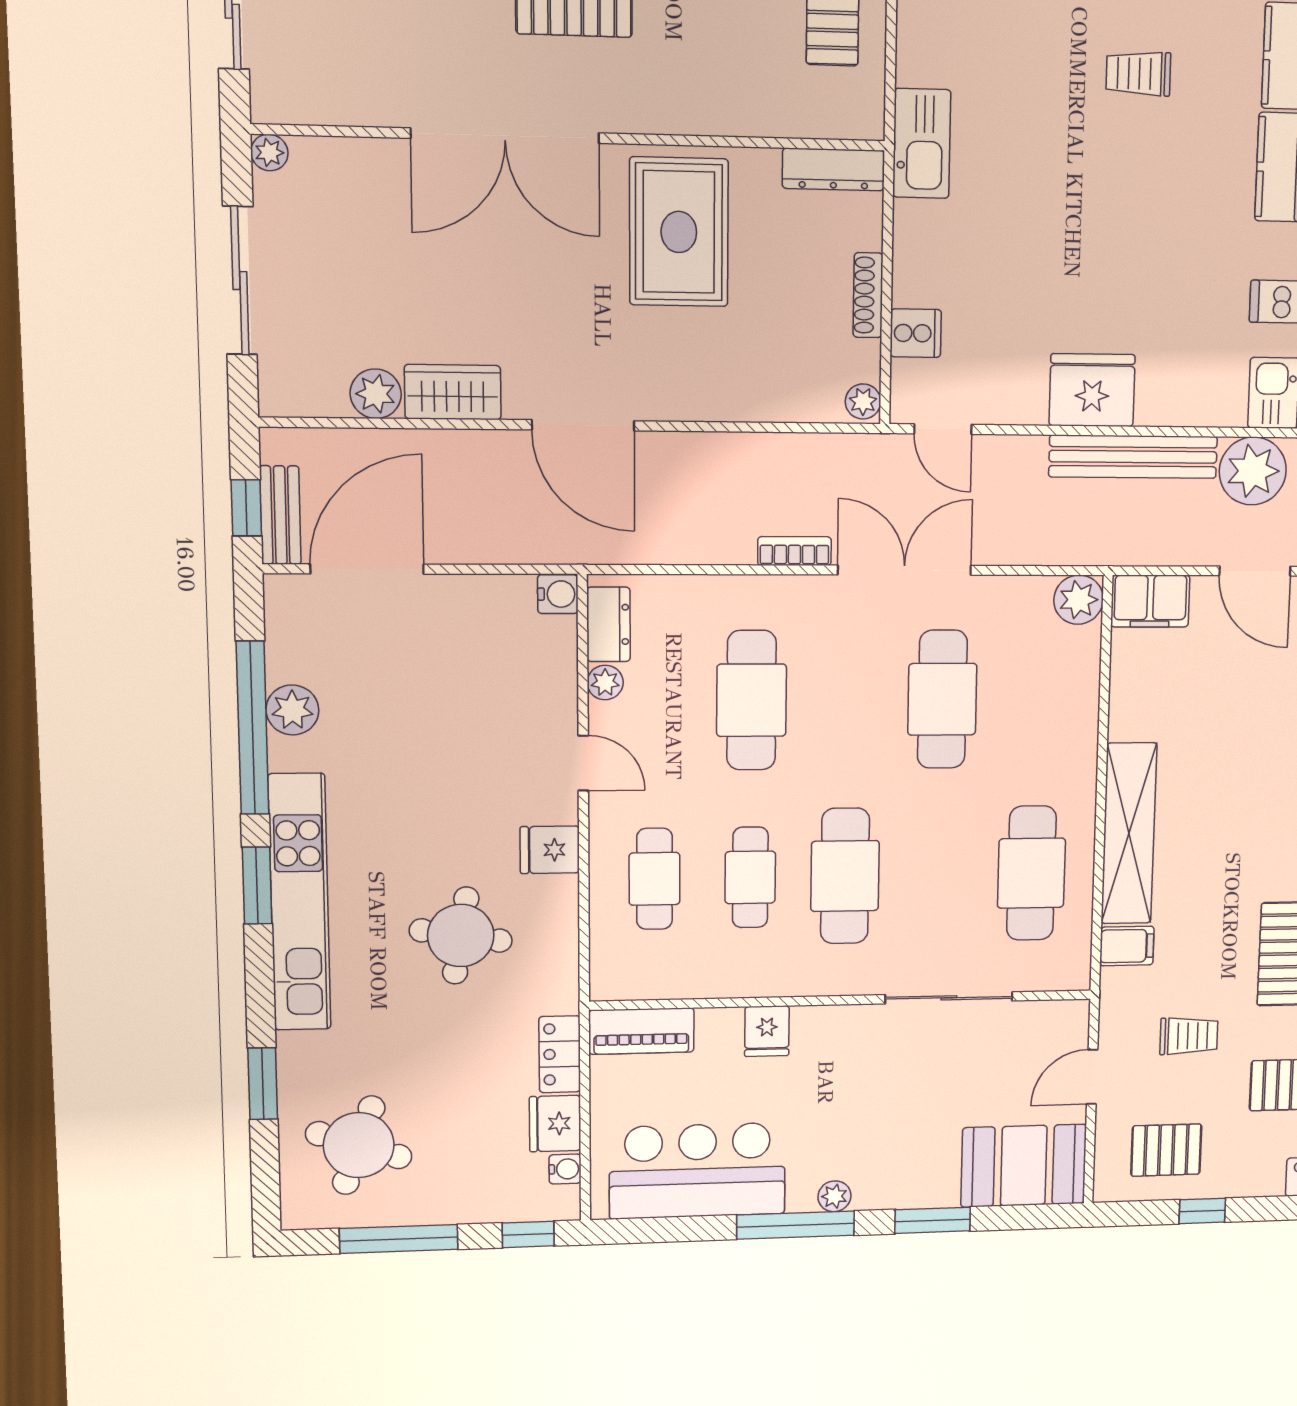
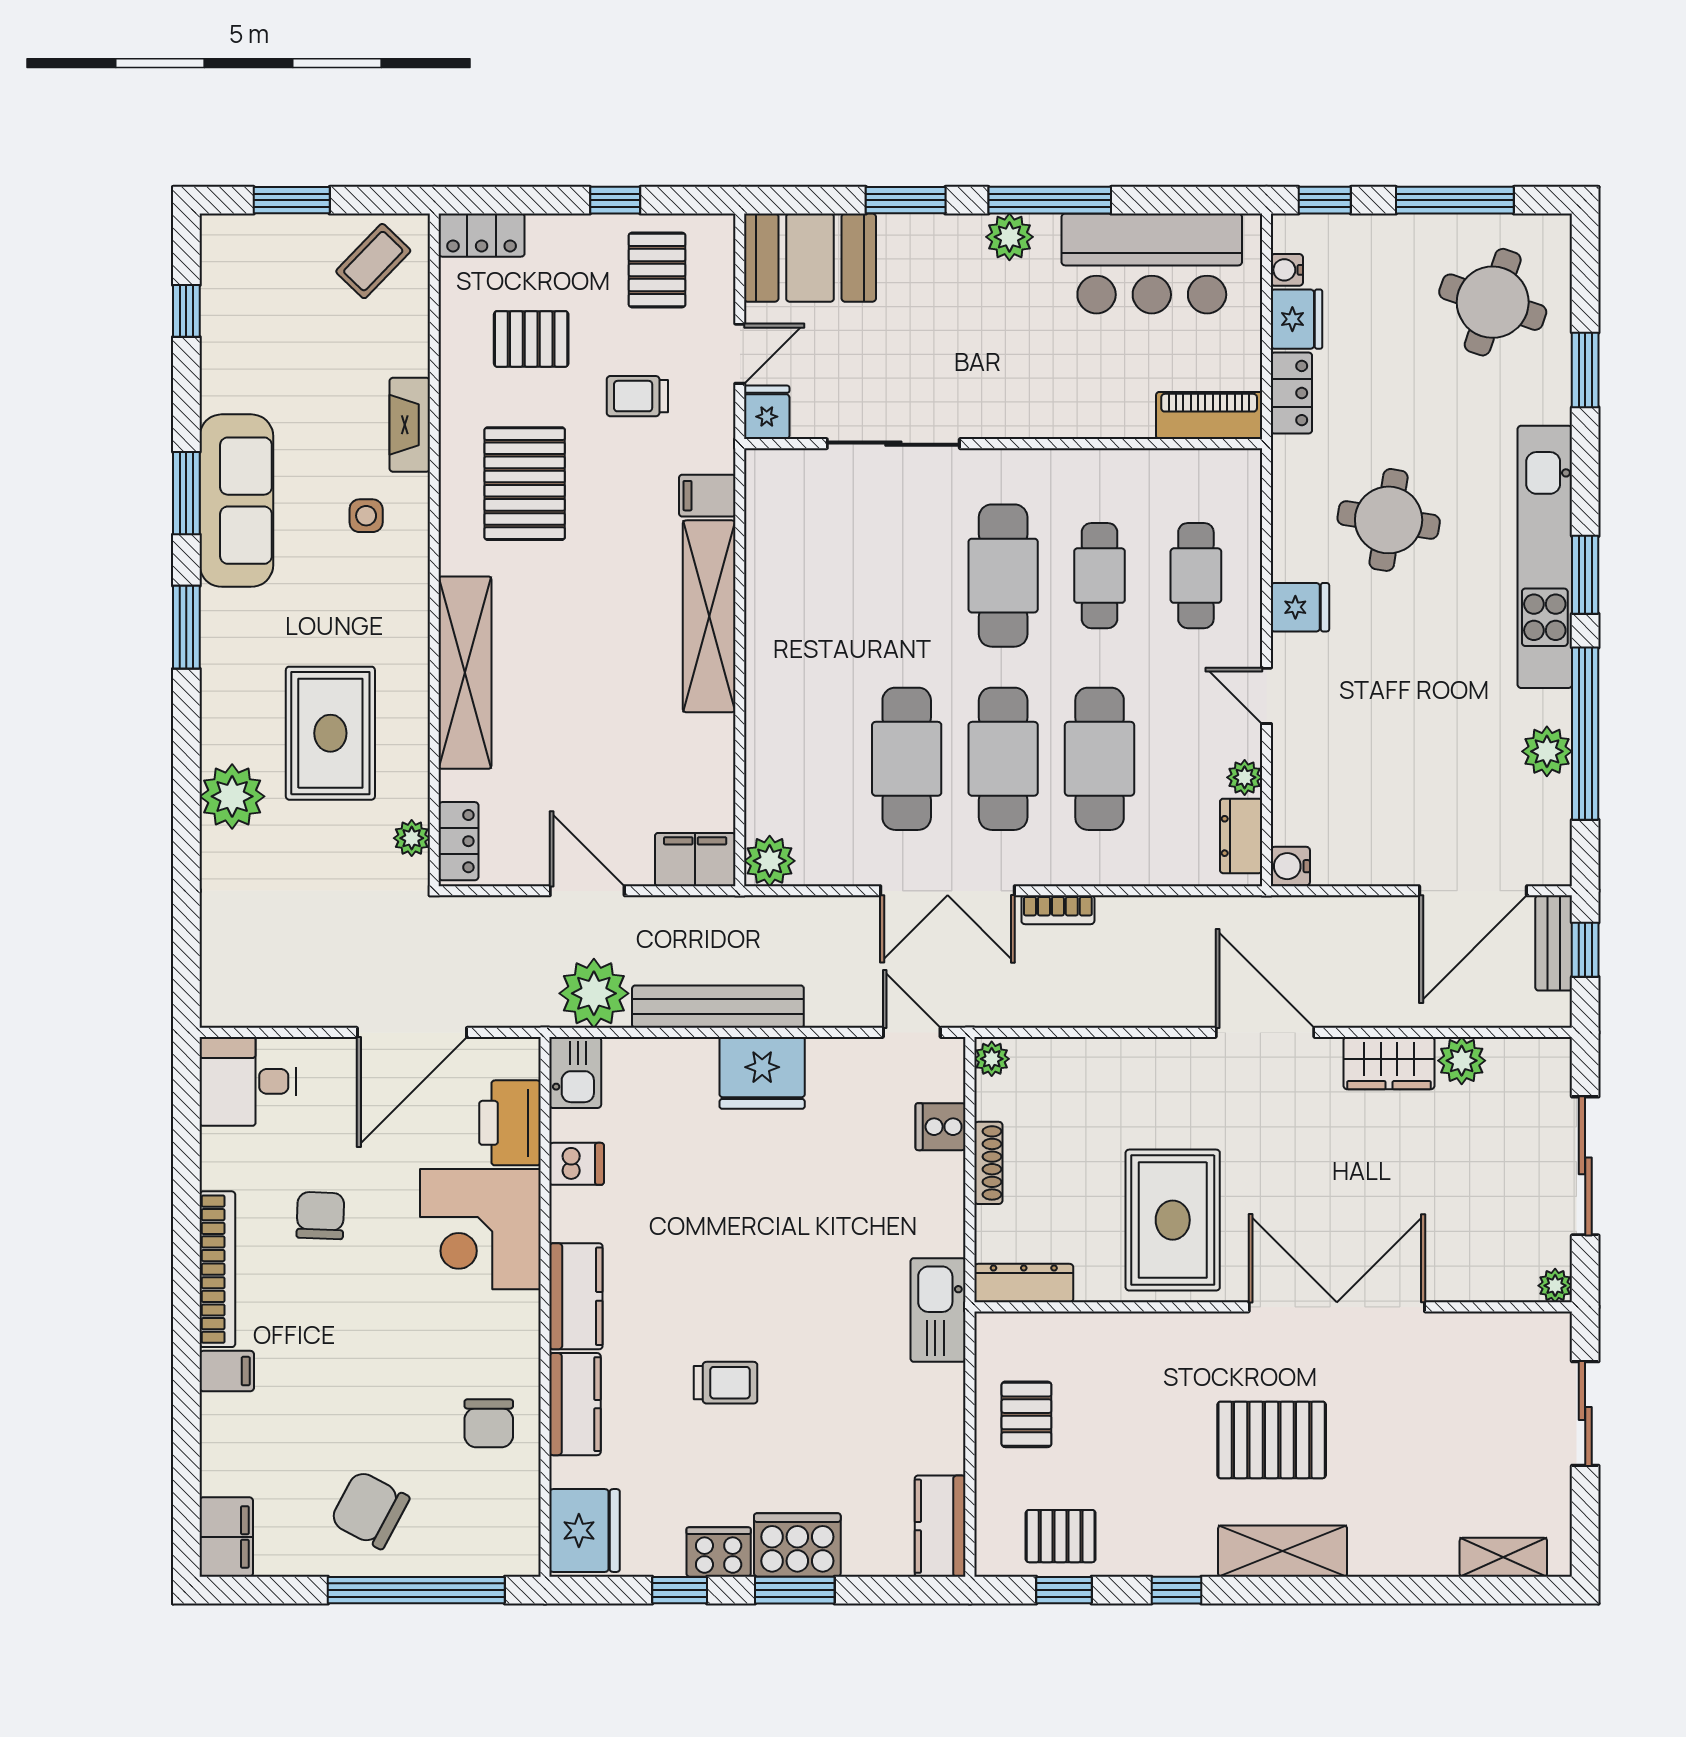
cafe table: (1031, 873) -> (1003, 759), moved
fridge: (767, 1031) -> (767, 412), moved
pallet: (1166, 1150) -> (657, 270), turned 90
plant: (834, 1196) -> (1009, 237), width x1.38, depth x1.38

